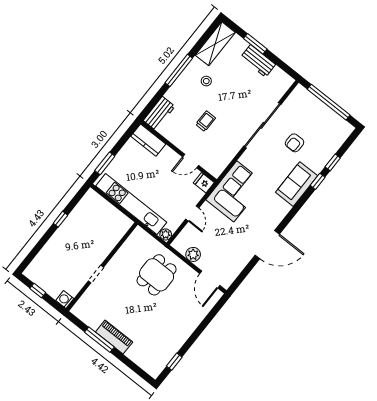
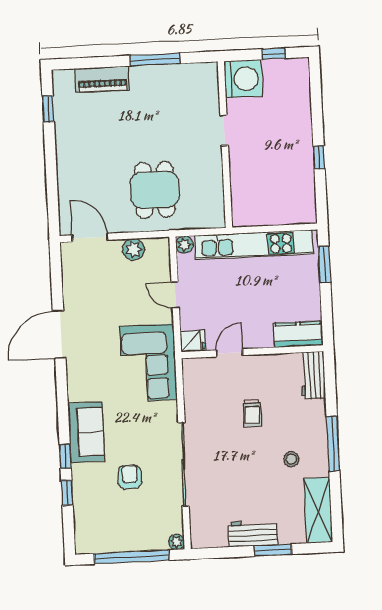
plant: (300, 90) -> (176, 542), added
washing machine: (65, 300) -> (243, 79), width x1.89, depth x1.89
piano: (114, 337) -> (102, 79), moved

